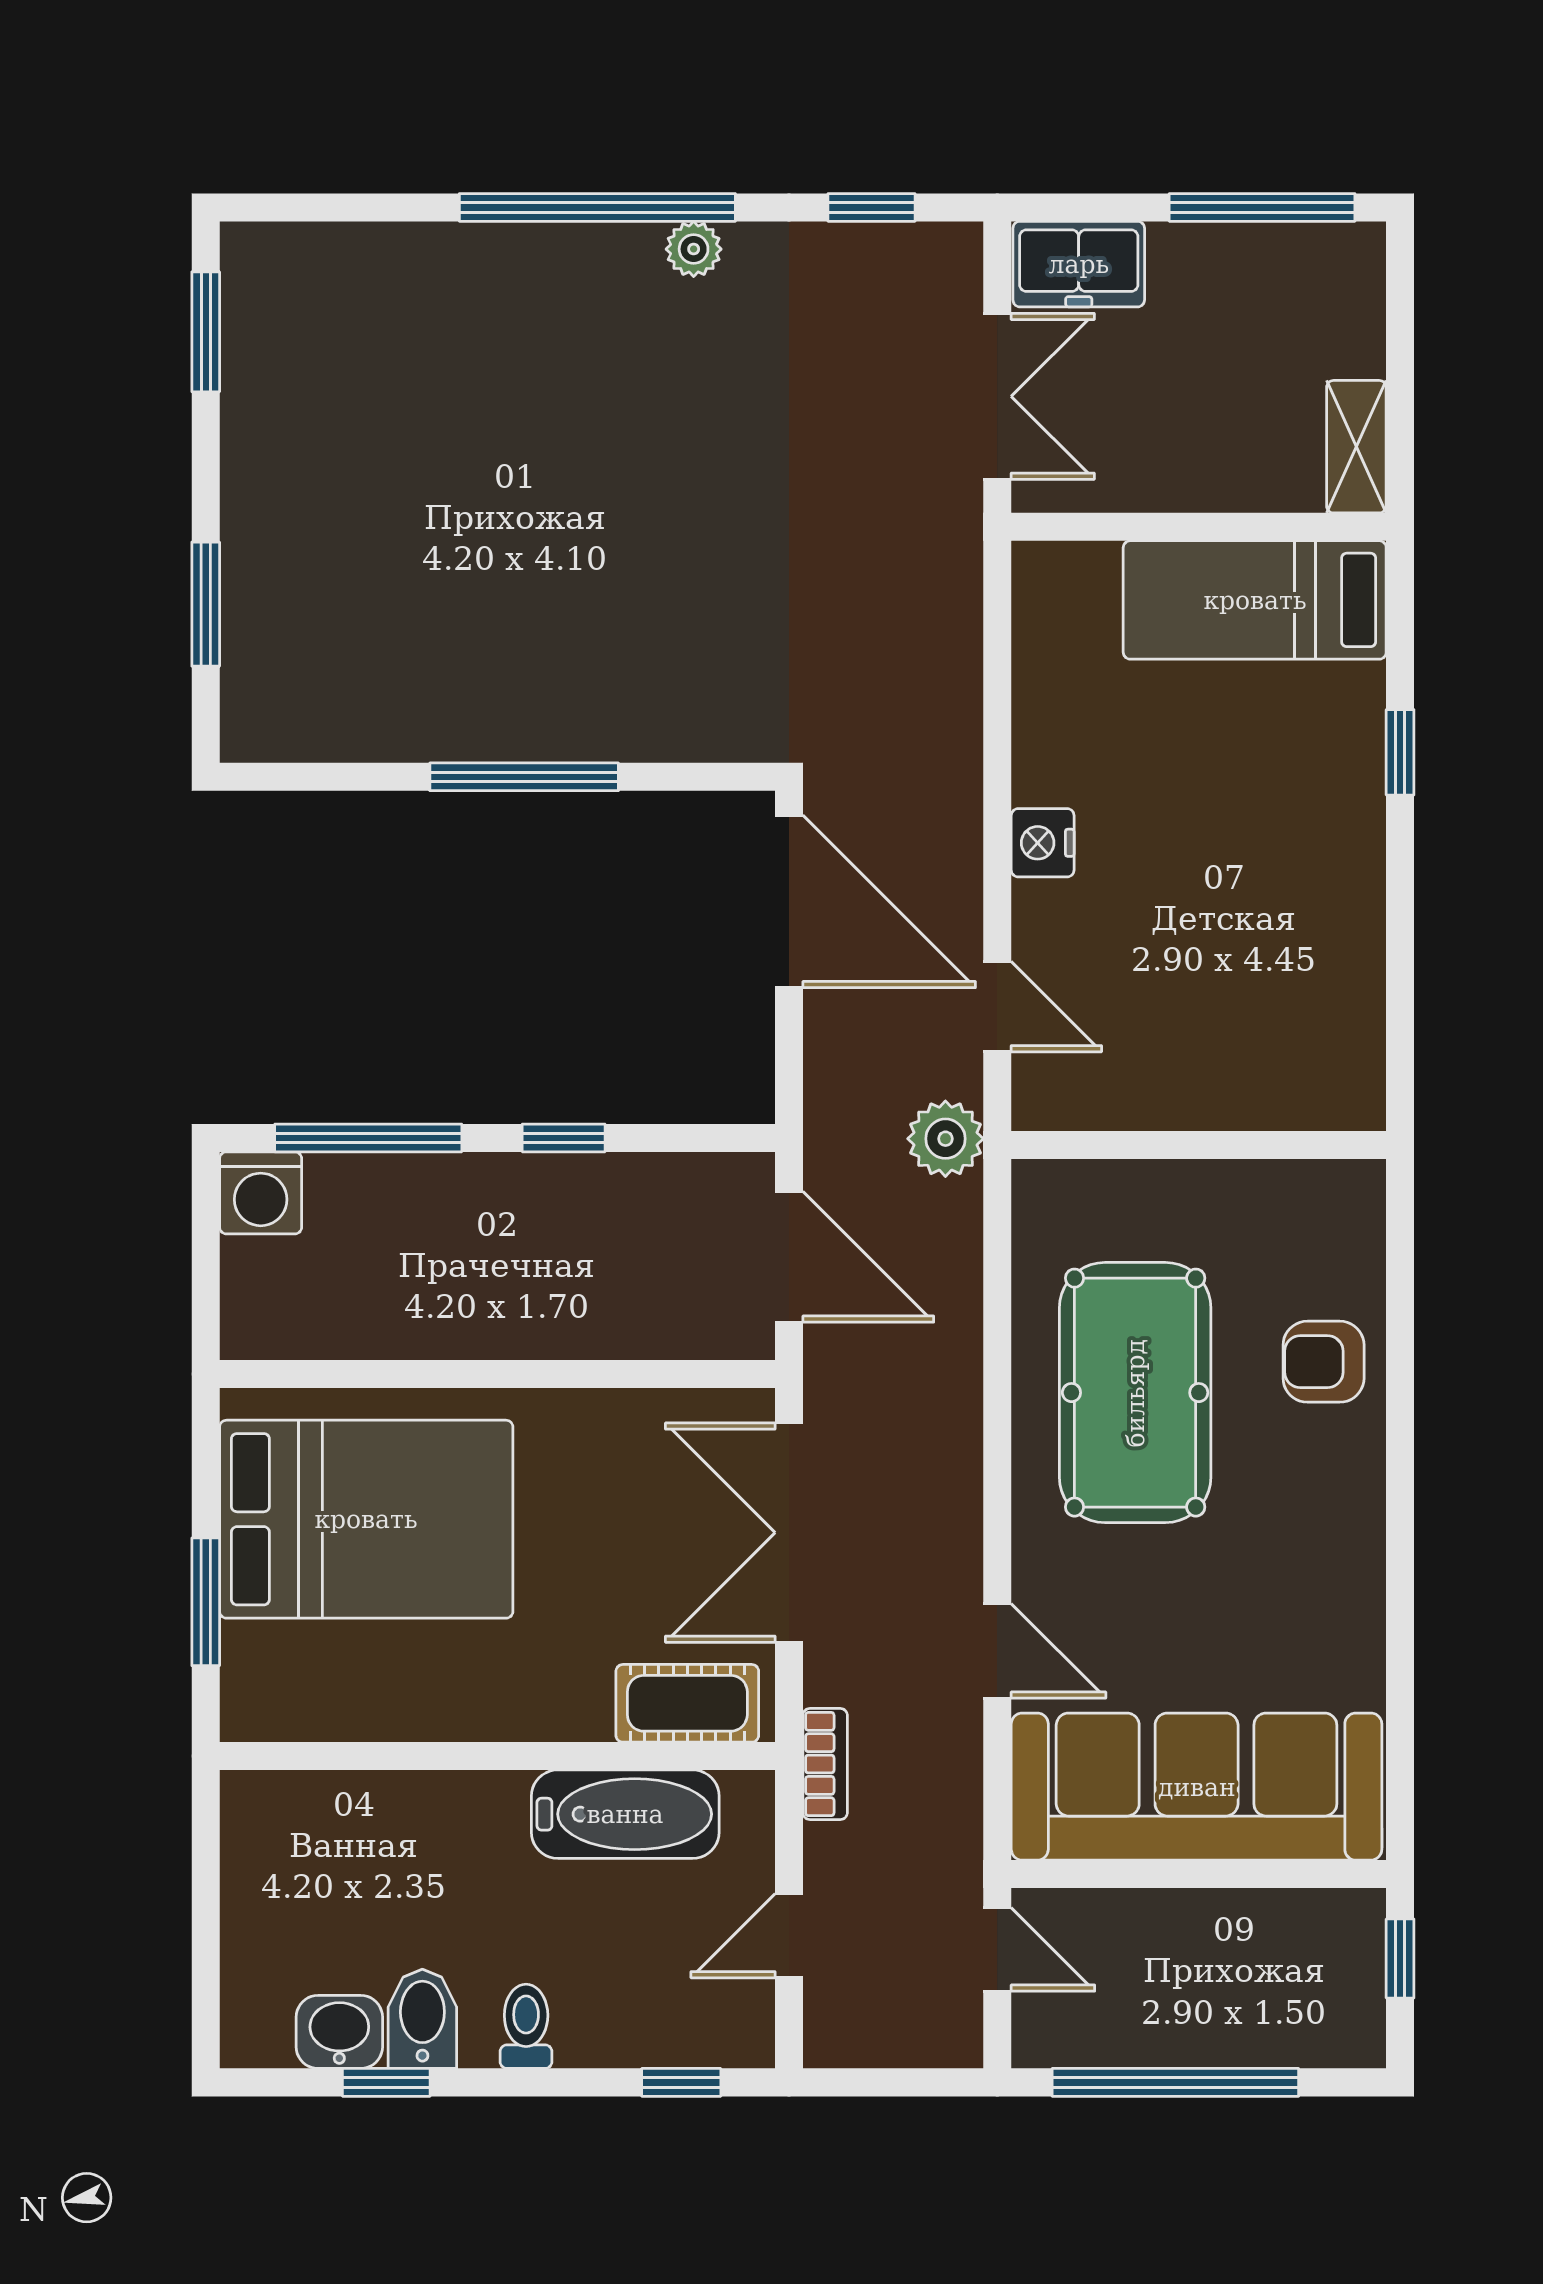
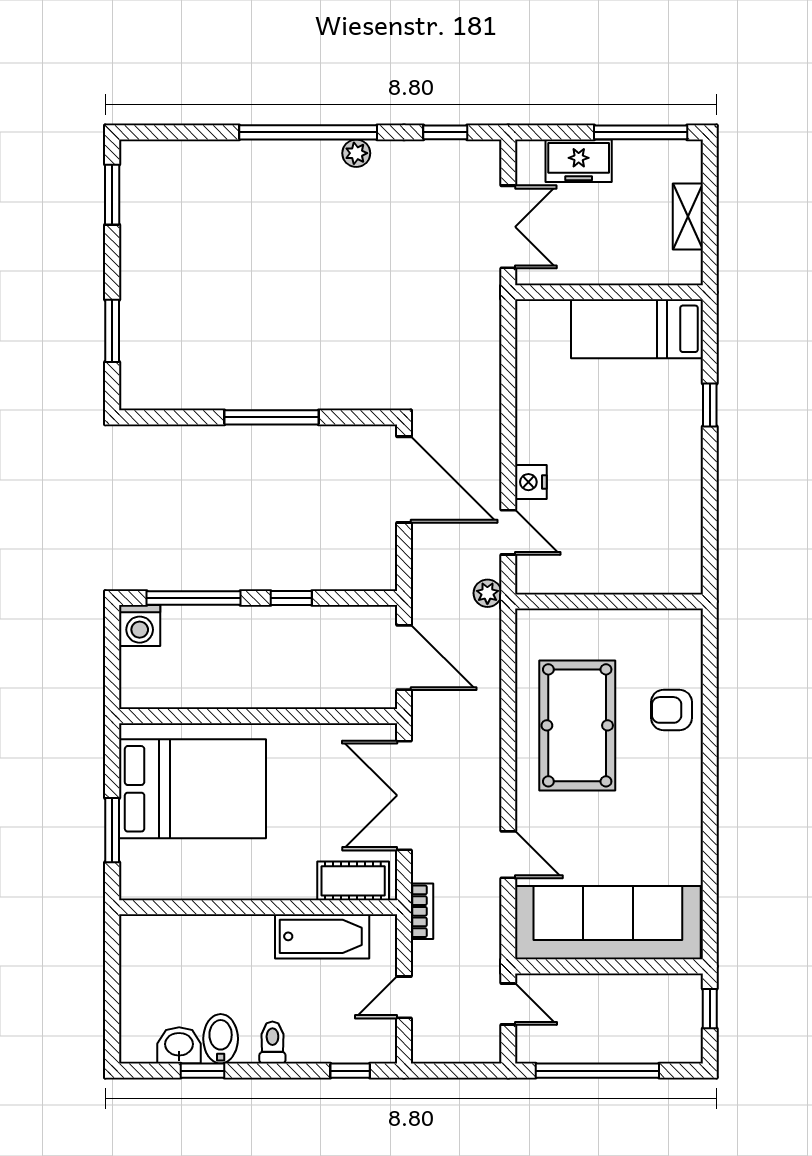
freezer: (1079, 264) -> (579, 161), moved
shelving: (1356, 447) -> (688, 216), moved
nightstand: (1043, 843) -> (531, 482), moved
plant: (945, 1139) -> (487, 593), width x0.73, depth x0.73

